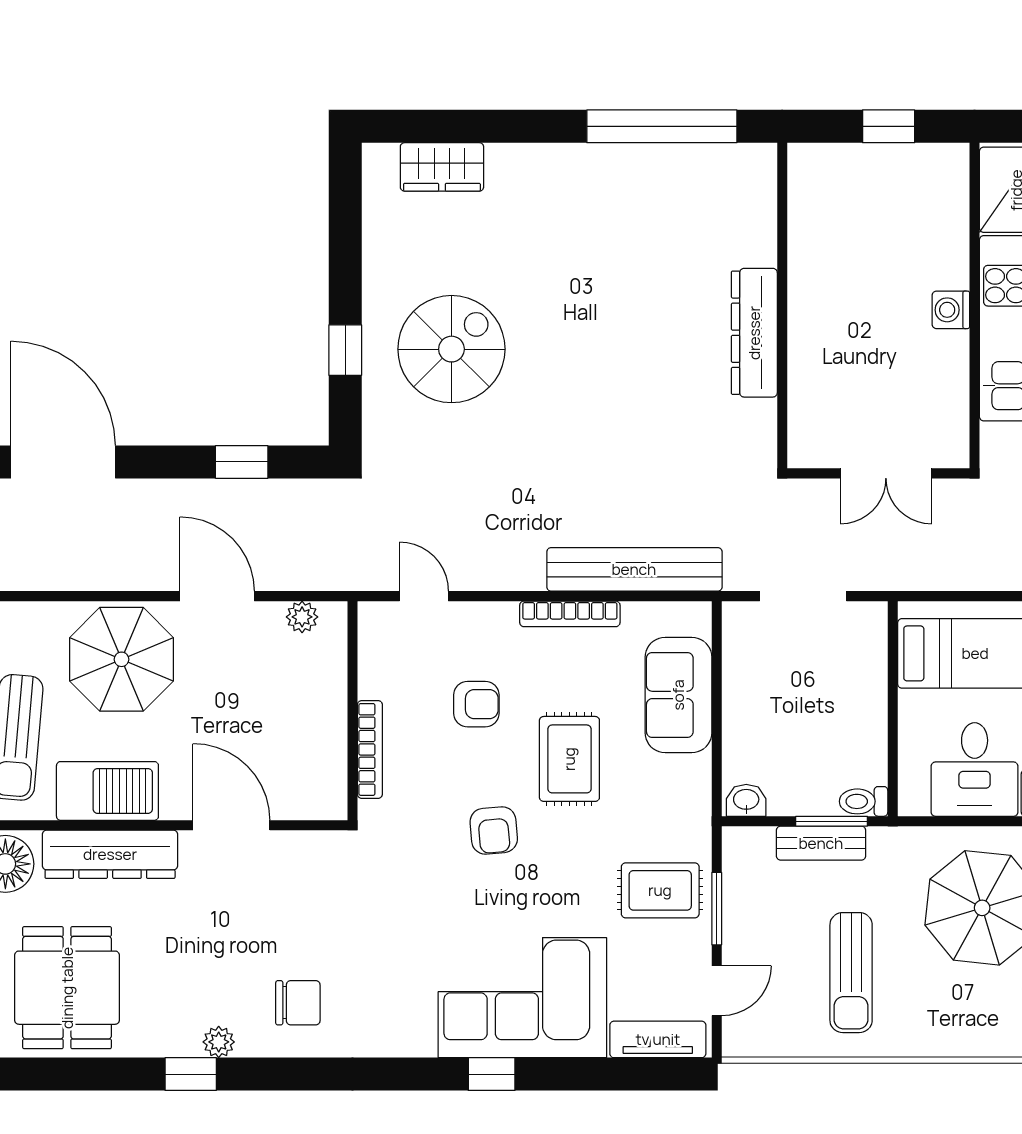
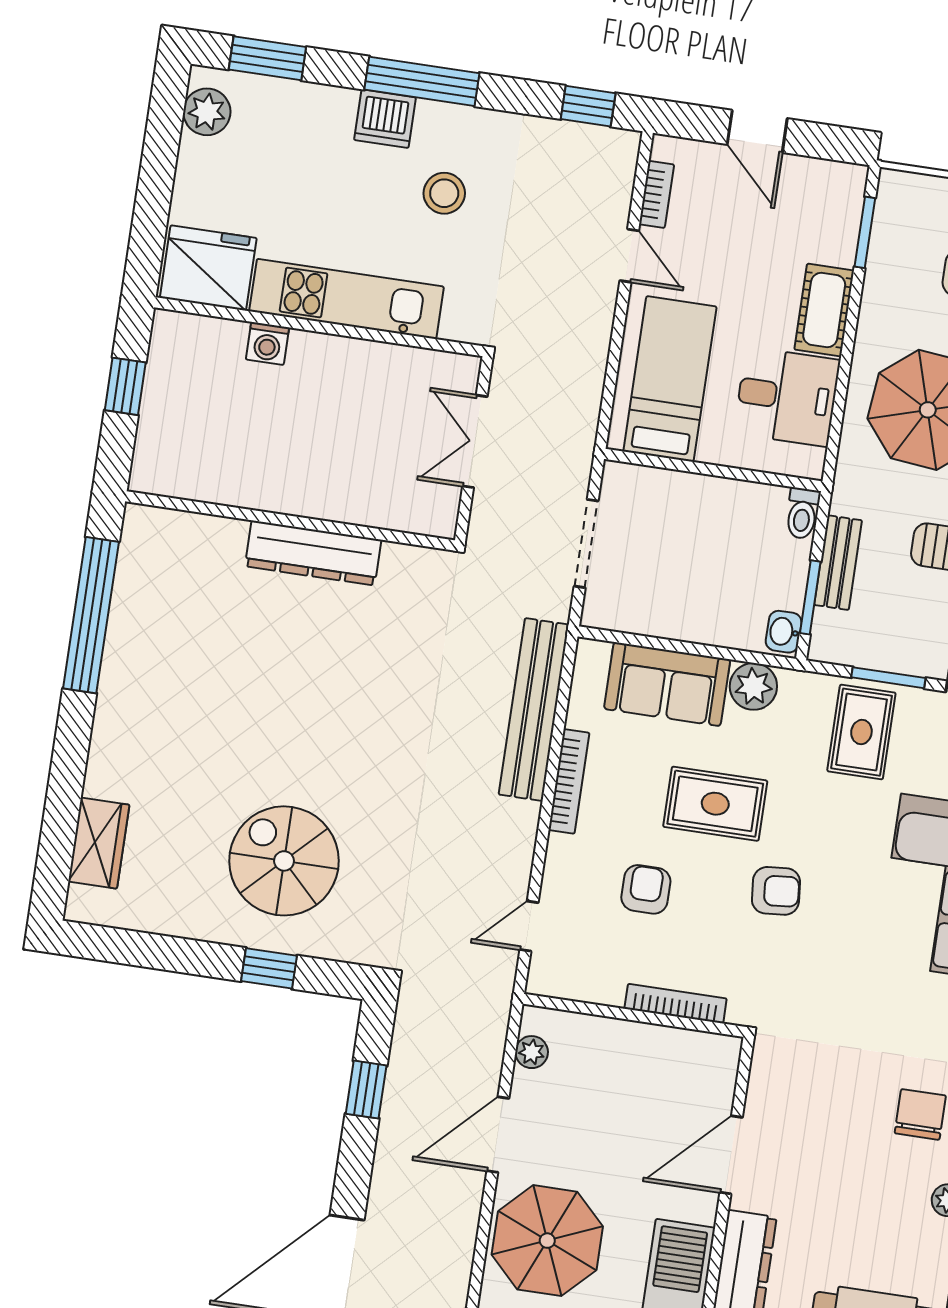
washing machine: (951, 310) -> (267, 343), moved
double door: (886, 473) -> (475, 441), swing flipped
plant: (689, 779) -> (753, 686), added
window: (832, 821) -> (810, 597), moved

